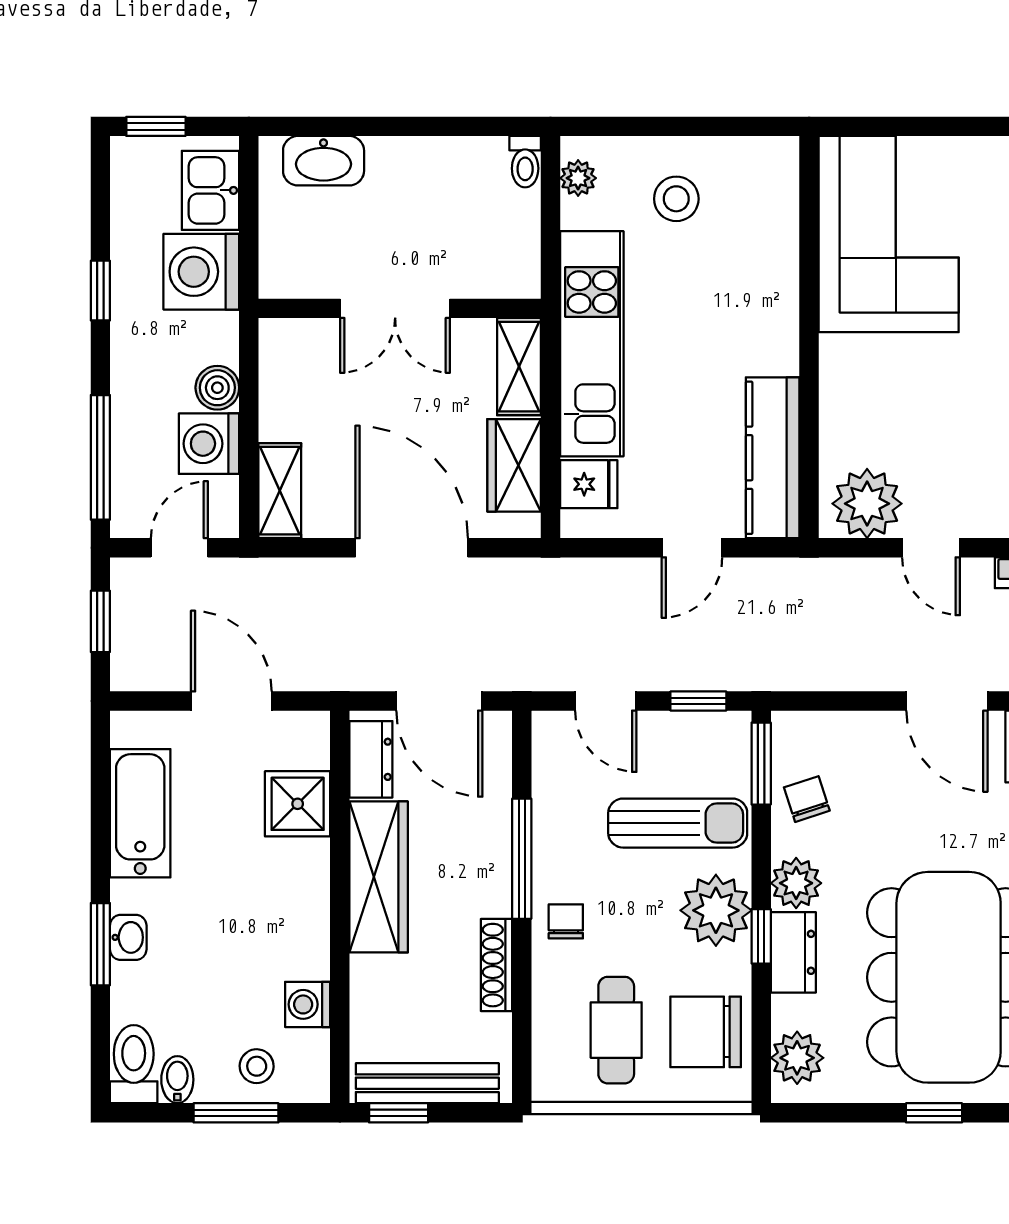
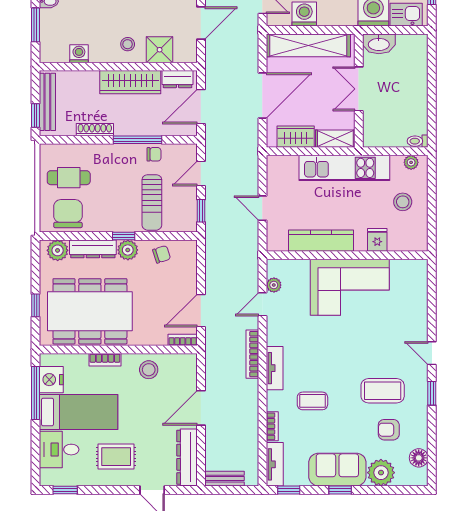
washbasin: (324, 161) -> (379, 44), moved, turned -90
corner sofa: (889, 234) -> (350, 287), moved
boiler: (217, 388) -> (327, 17), removed
kitchen counter: (773, 458) -> (321, 241), moved
fridge: (589, 484) -> (377, 240), moved, turned 180
shelving: (280, 491) -> (308, 45), width x2.20, depth x1.33
plant: (867, 504) -> (274, 285), width x0.53, depth x0.53
window: (761, 764) -> (176, 236), removed
plant: (716, 910) -> (117, 218), removed
chair: (566, 921) -> (154, 154), moved
window: (761, 936) -> (124, 236), moved
dresser: (793, 952) -> (93, 249), width x1.44
stool: (257, 1066) -> (128, 44), moved
window: (399, 1113) -> (35, 115), moved

